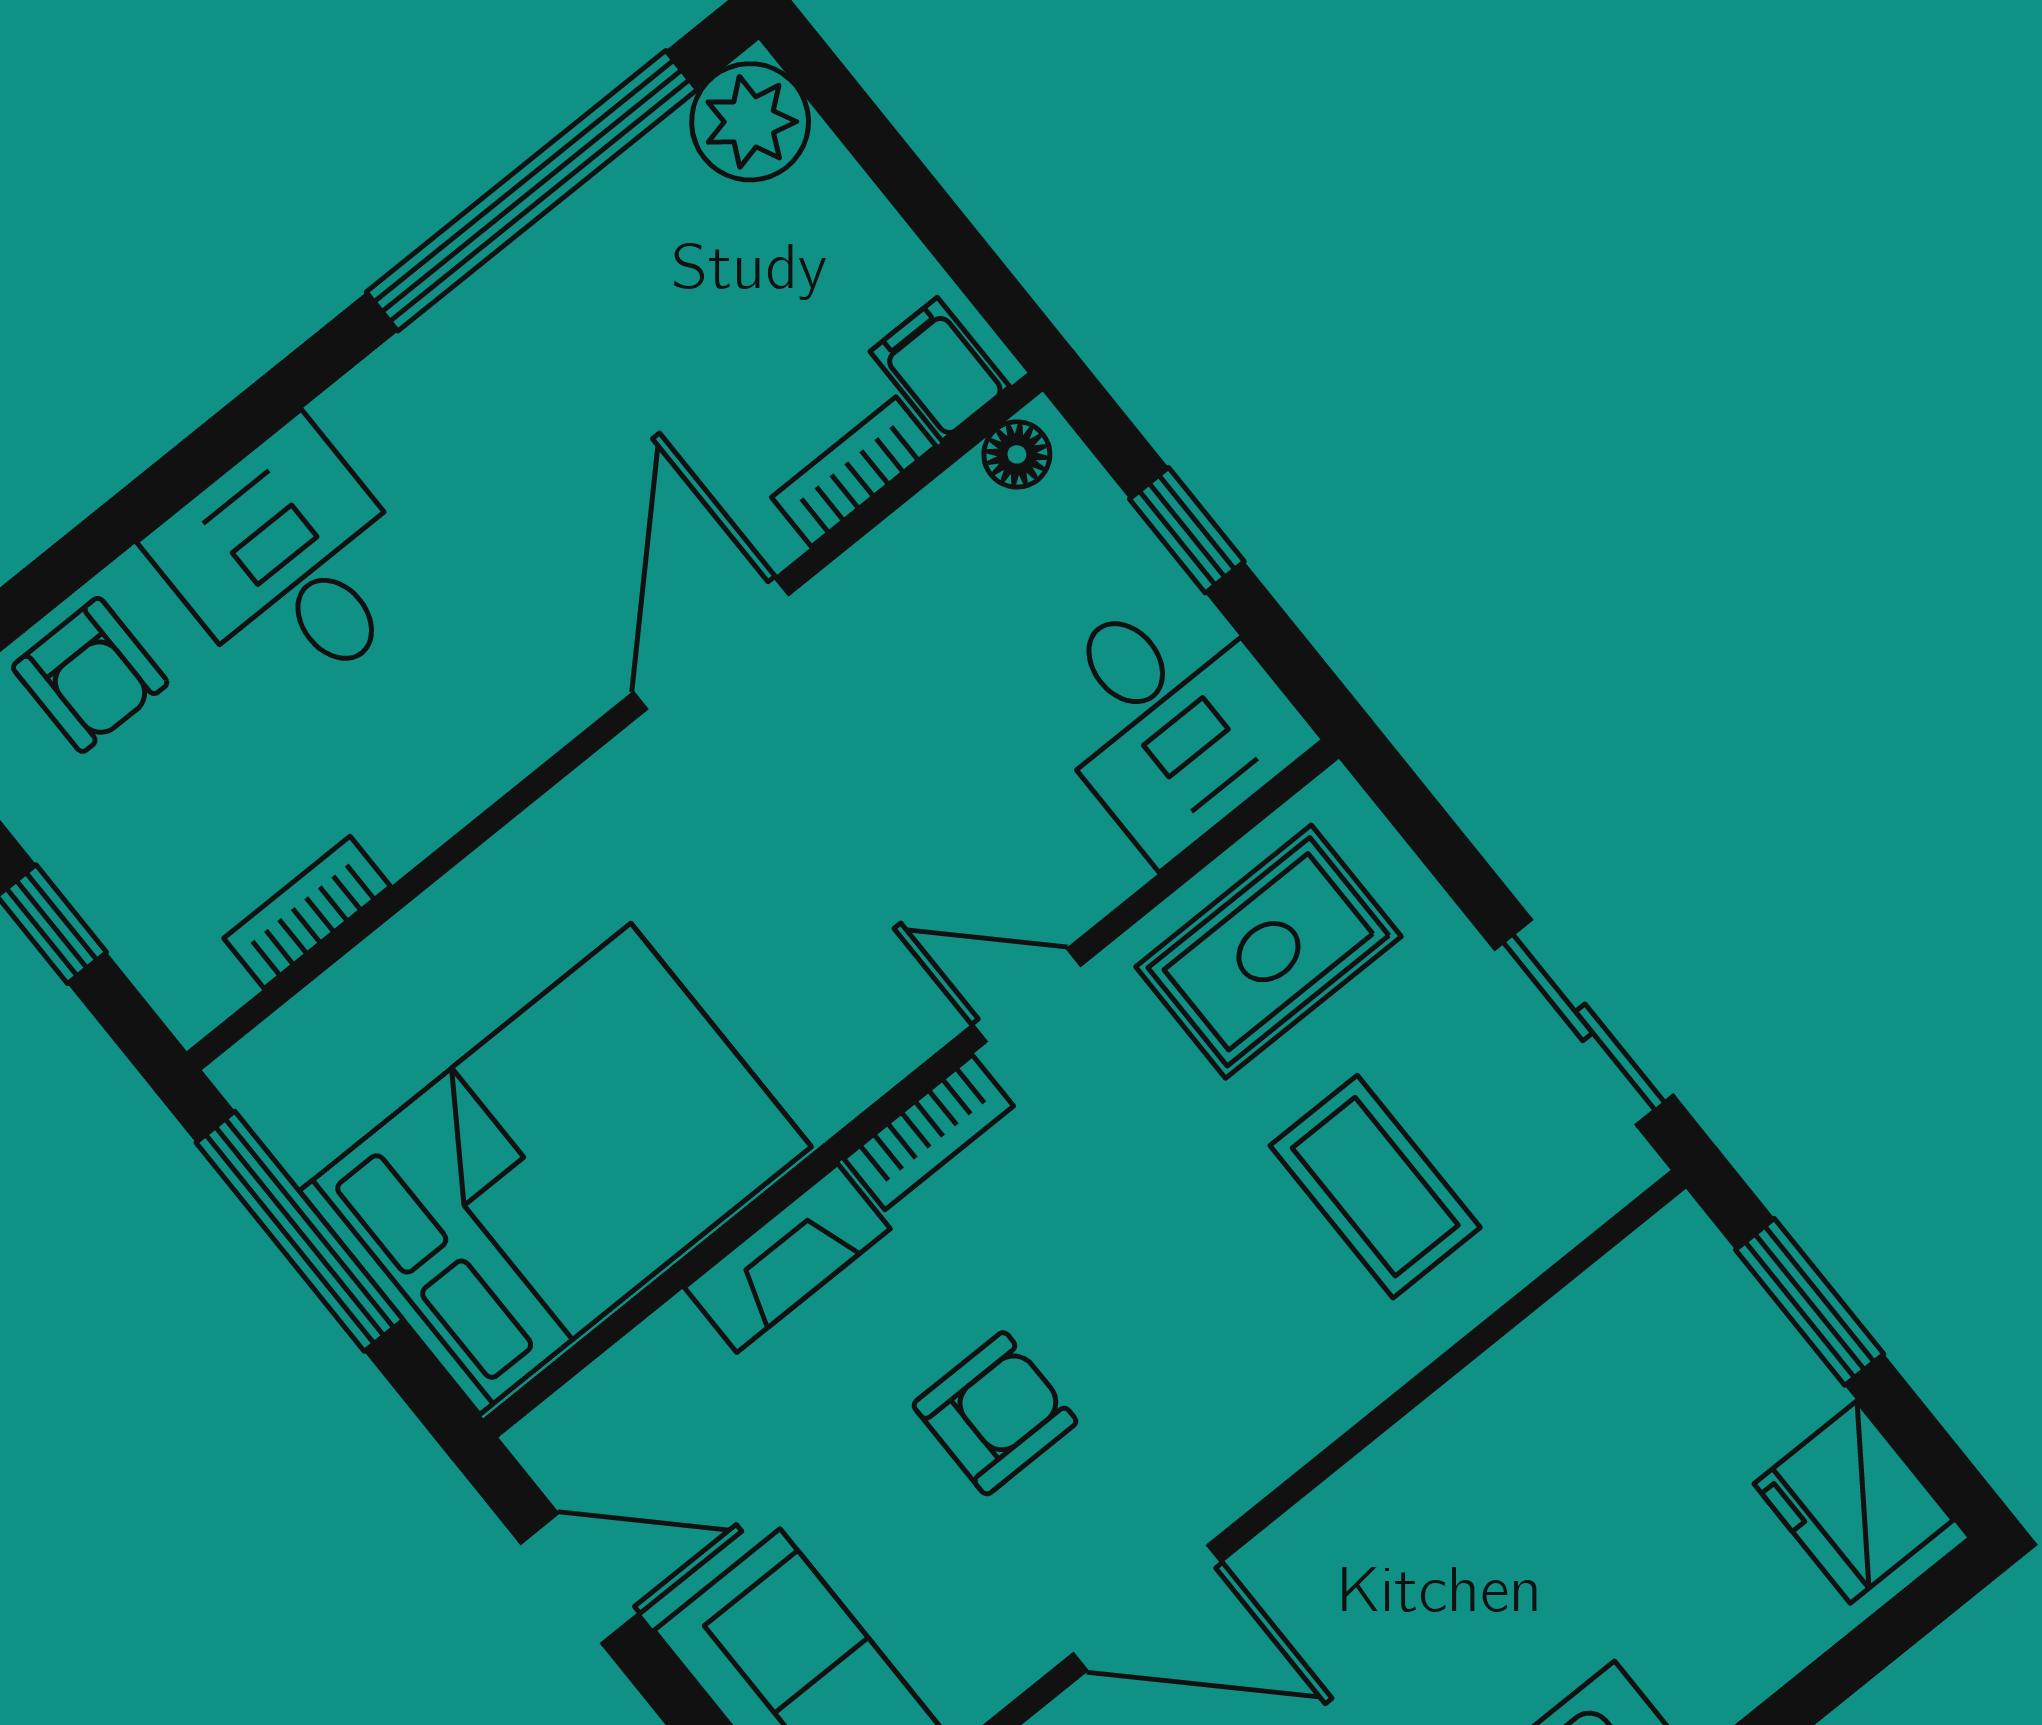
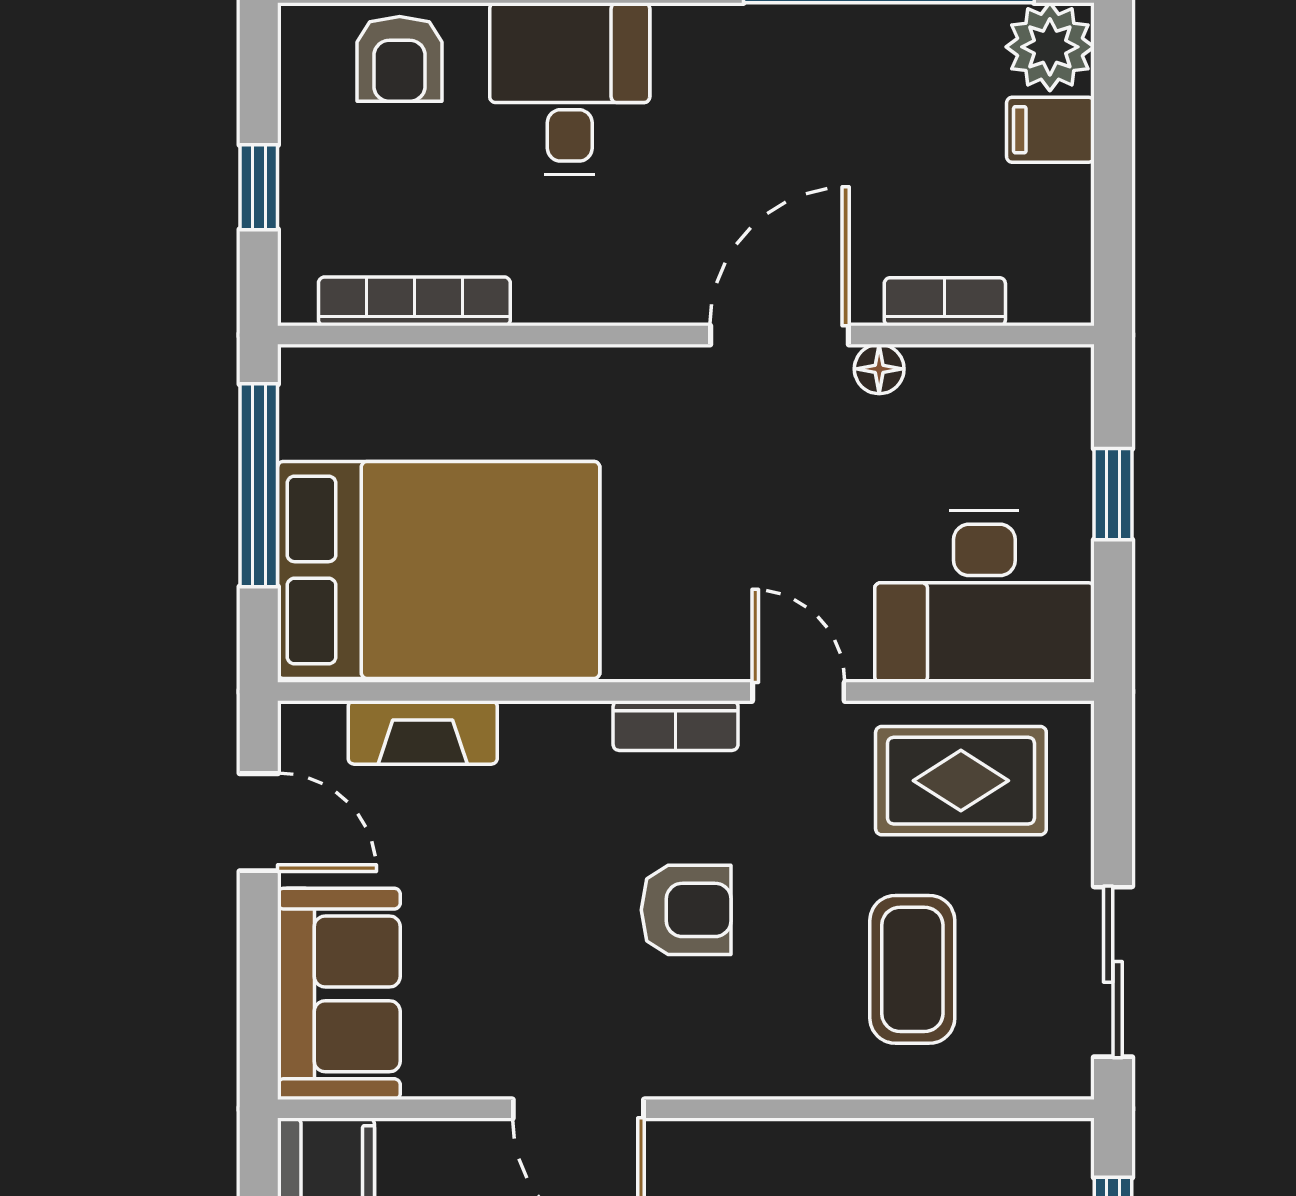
filing cabinet: (940, 369) -> (1050, 130), moved, turned -90
floor lamp: (1017, 454) -> (879, 369), moved
desk: (1170, 718) -> (984, 596), width x1.37
bookcase: (307, 912) -> (414, 301), width x1.56
fireplace: (787, 1258) -> (423, 732), moved
armchair: (995, 1413) -> (686, 910), moved

